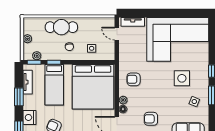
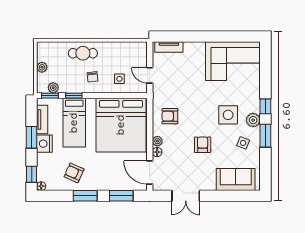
cafe table: (61, 27) -> (83, 53), width x0.73, depth x0.74
door: (117, 34) -> (150, 75), moved
corner sofa: (178, 39) -> (233, 61), width x0.73, depth x0.74
plant: (203, 83) -> (253, 120), added
nightstand: (29, 117) -> (44, 144), moved
armchair: (151, 119) -> (203, 145), moved, turned 90

